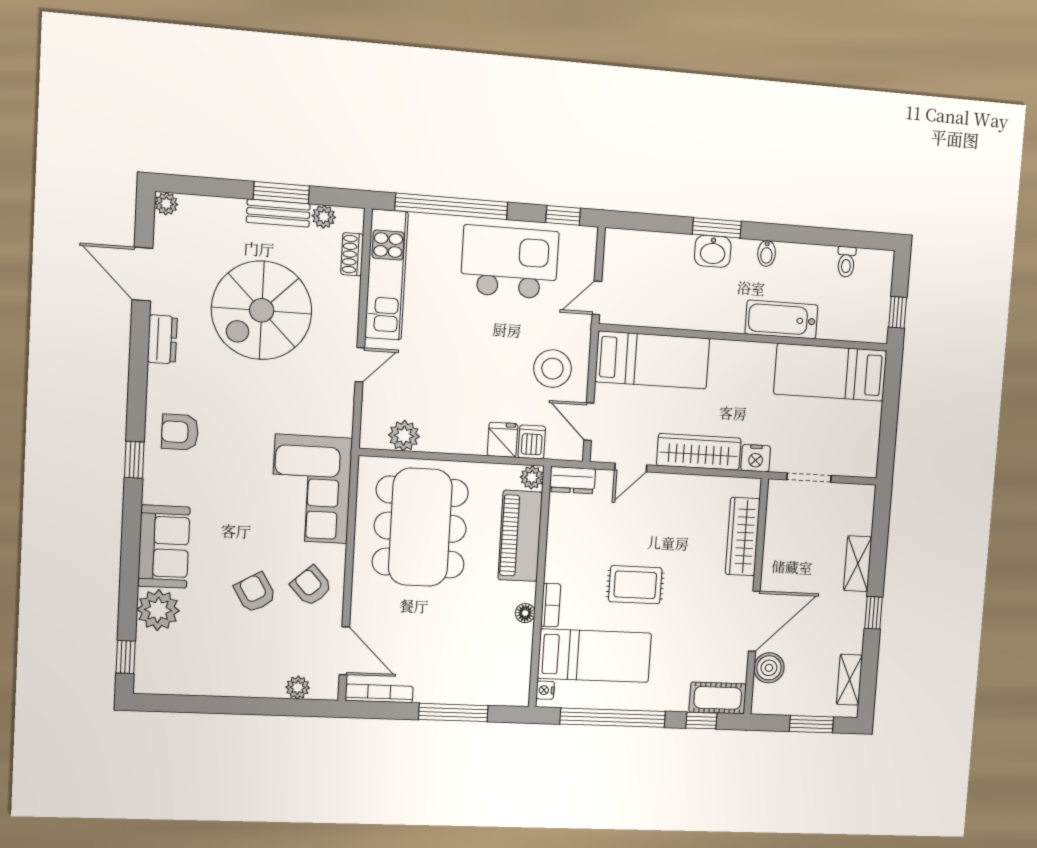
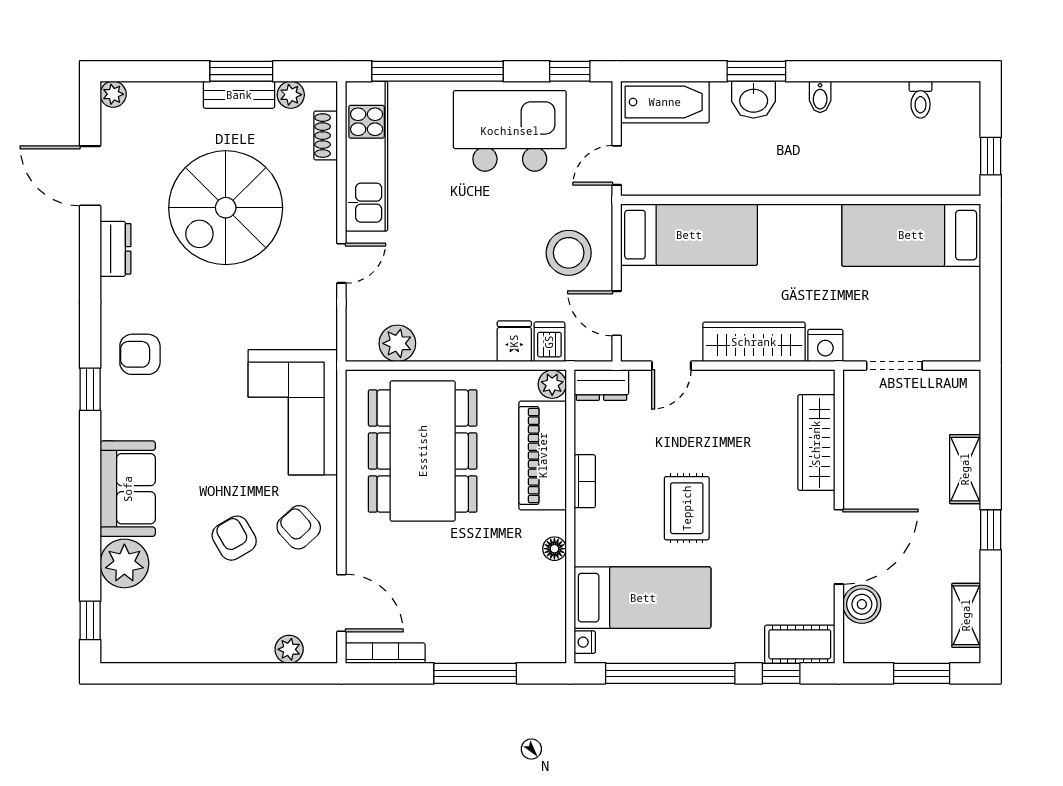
bathtub: (781, 319) -> (665, 102), moved, turned 180
rug: (635, 585) -> (687, 508), turned 90
bookcase: (551, 605) -> (585, 481), moved

